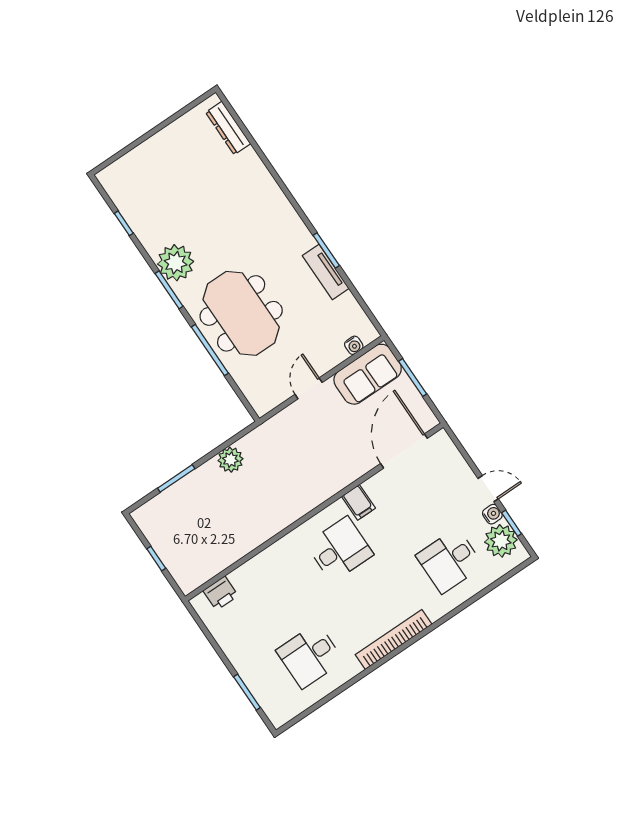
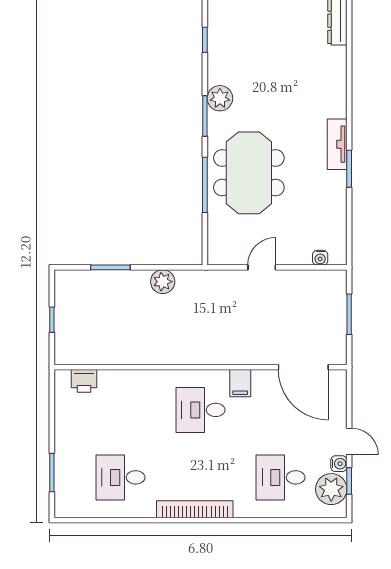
plant: (176, 263) -> (220, 98), width x0.73, depth x0.73
tv unit: (326, 272) -> (337, 144), moved
sofa: (368, 374) -> (316, 288), removed
door: (404, 451) -> (303, 367), swing flipped
desk: (340, 549) -> (201, 410), turned 180

